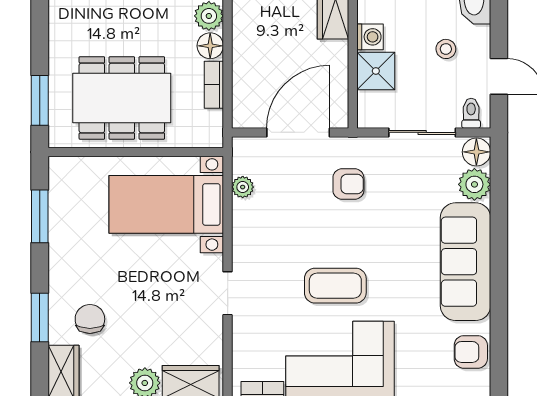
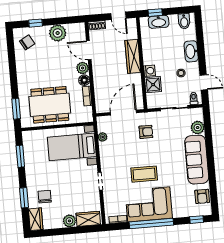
floor lamp: (476, 152) -> (197, 114), removed
armchair: (471, 352) -> (202, 196), turned -90

